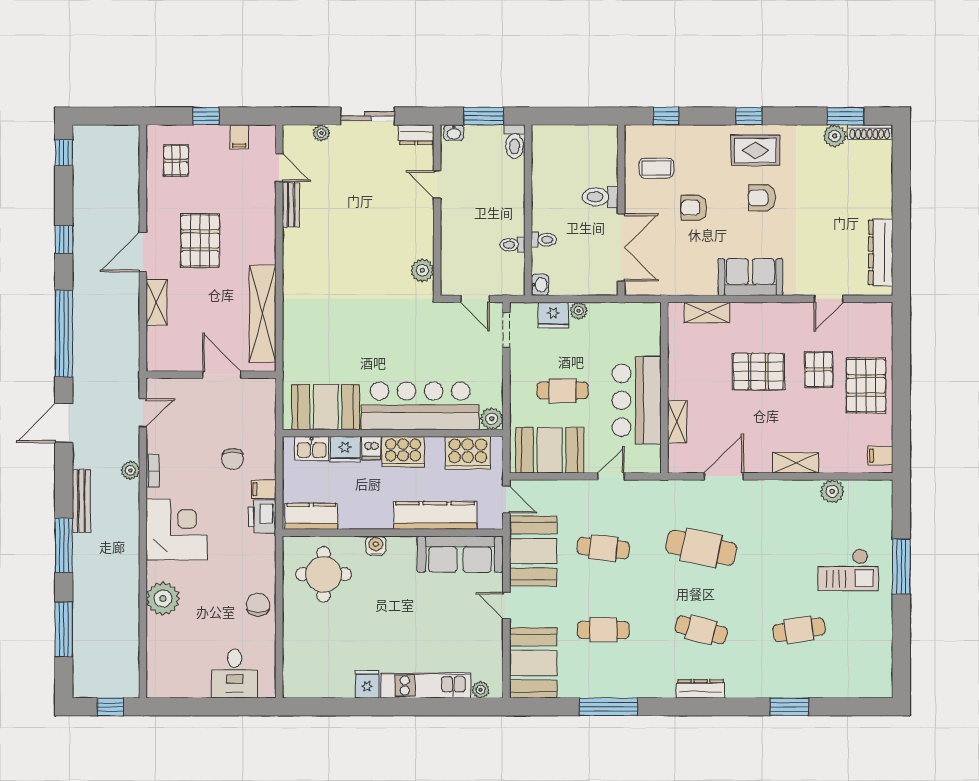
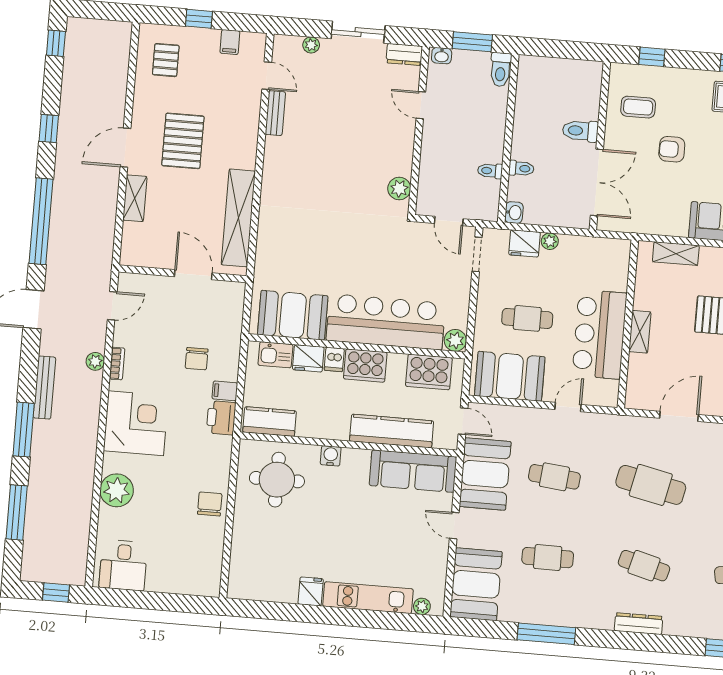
shelving: (677, 422) -> (640, 332), moved
desk: (235, 674) -> (123, 565), moved

